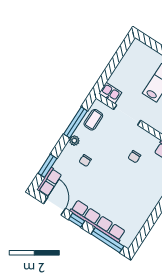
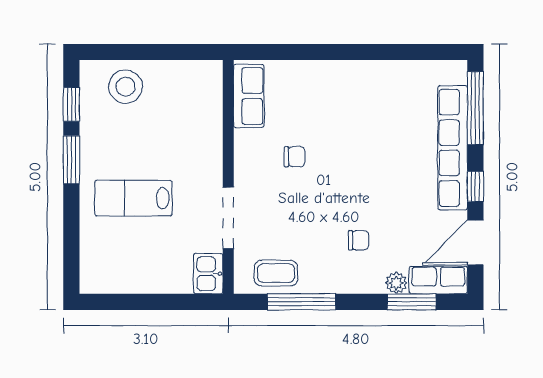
plant: (74, 141) -> (396, 283), moved

